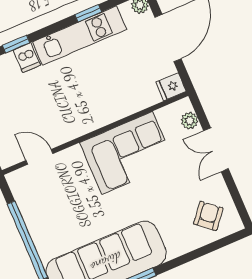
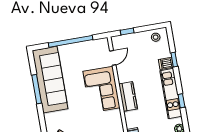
kitchen counter: (103, 113) -> (128, 96), added
corner sofa: (127, 153) -> (102, 90), moved

